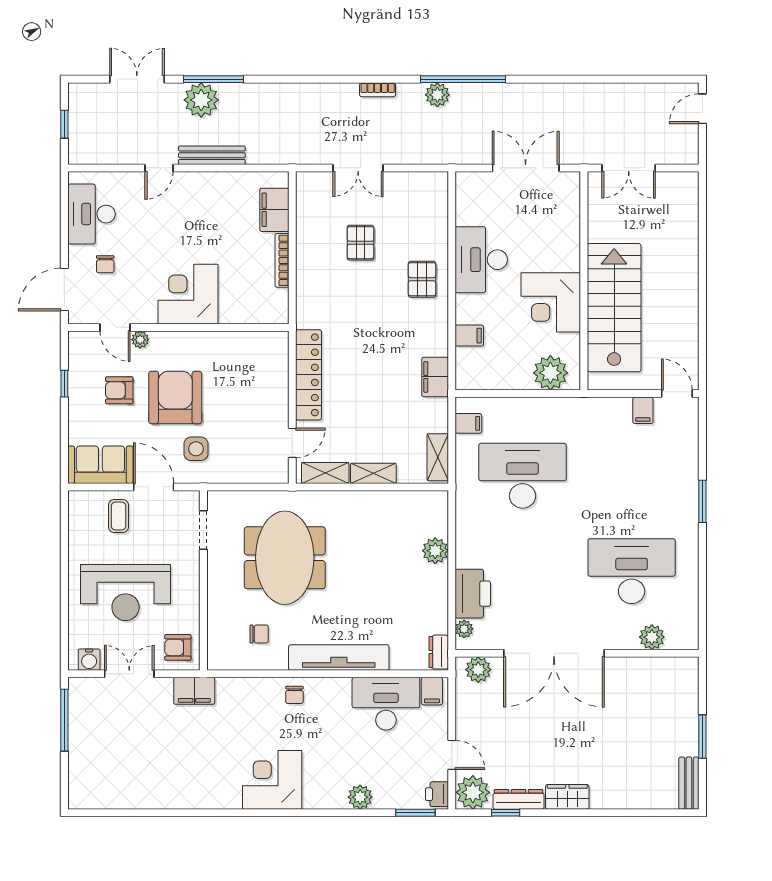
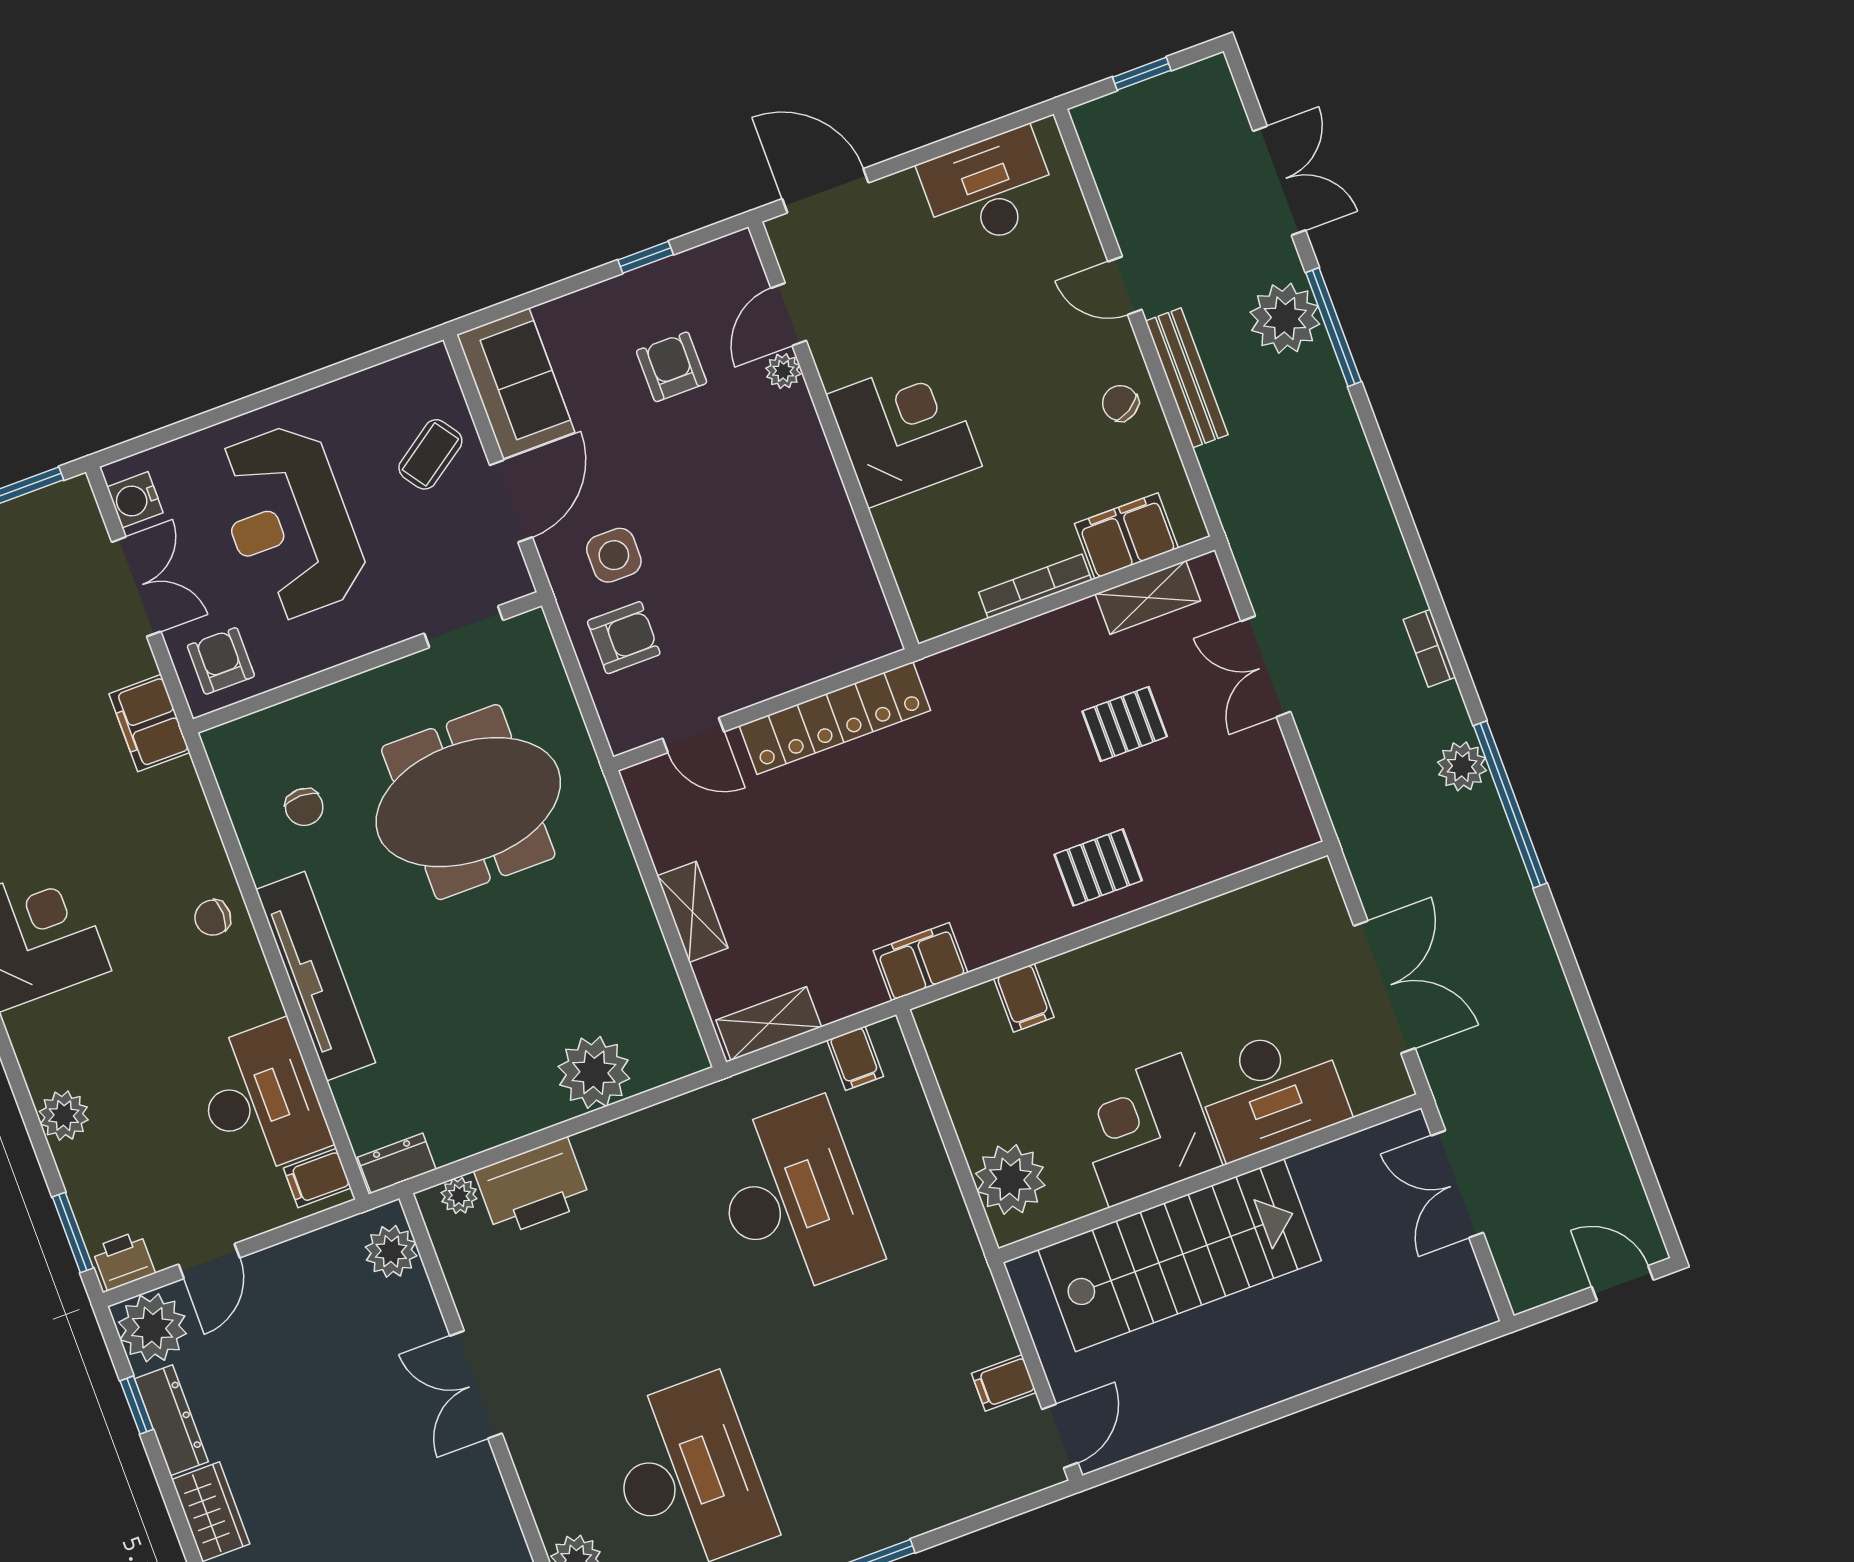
desk: (481, 260) -> (1272, 1091), moved, turned 180
chair: (105, 264) -> (1120, 403), moved, turned 59
armchair: (175, 397) -> (624, 638), moved, width x0.53, depth x0.53
shelving: (325, 473) -> (1148, 597), moved, turned 90
coffee table: (118, 516) -> (430, 454), turned -35
plant: (435, 551) -> (594, 1072), width x1.36, depth x1.36
double door: (554, 653) -> (476, 1385), width x0.54

